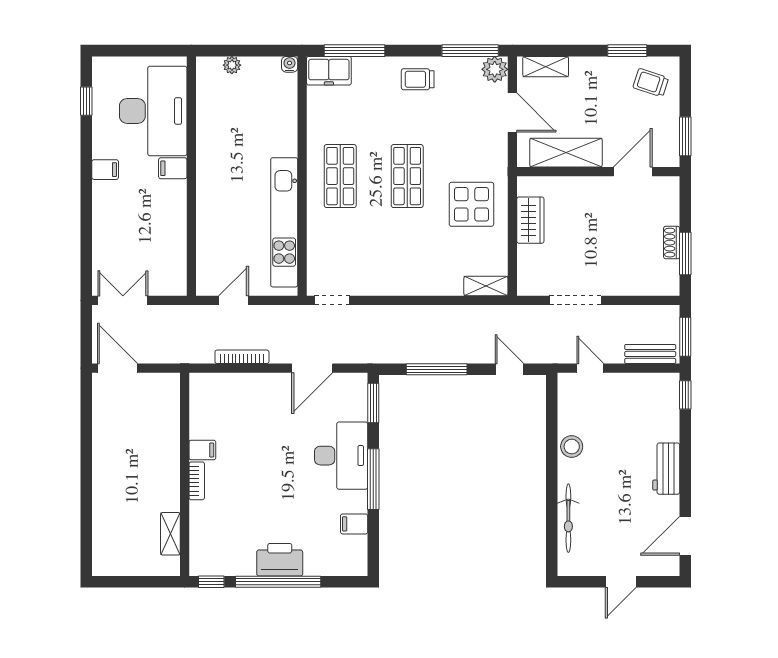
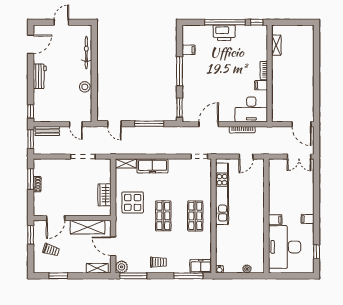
trolley: (651, 83) -> (51, 250), moved
freezer: (430, 281) -> (152, 166), added
desk: (341, 456) -> (251, 109), moved, turned -90

